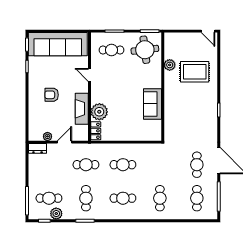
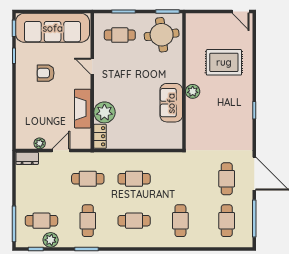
plant: (170, 65) -> (193, 91), moved
armchair: (52, 95) -> (46, 73), moved

